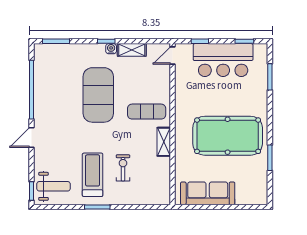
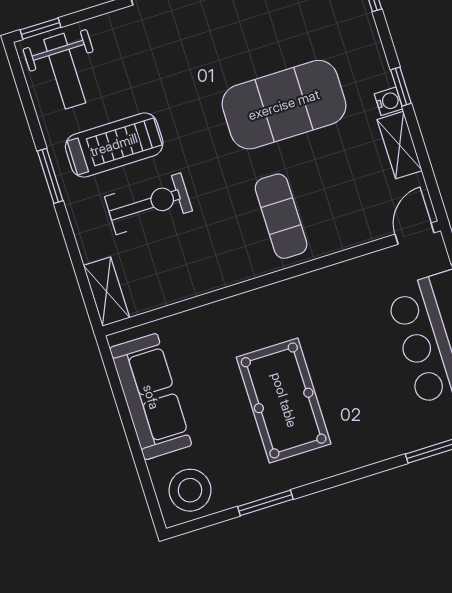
door: (173, 56) -> (415, 234), hinge flipped
pool table: (228, 136) -> (284, 400), width x0.73, depth x0.76
shelving: (164, 142) -> (107, 292), moved, turned 90
exercise bike: (123, 168) -> (148, 204), width x1.38, depth x1.39
stool: (254, 189) -> (190, 490), added

